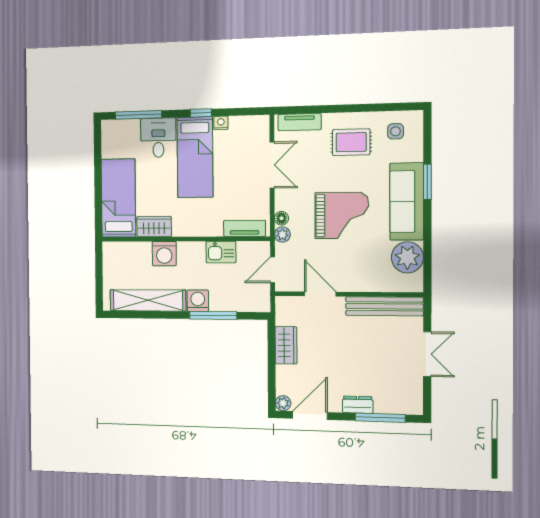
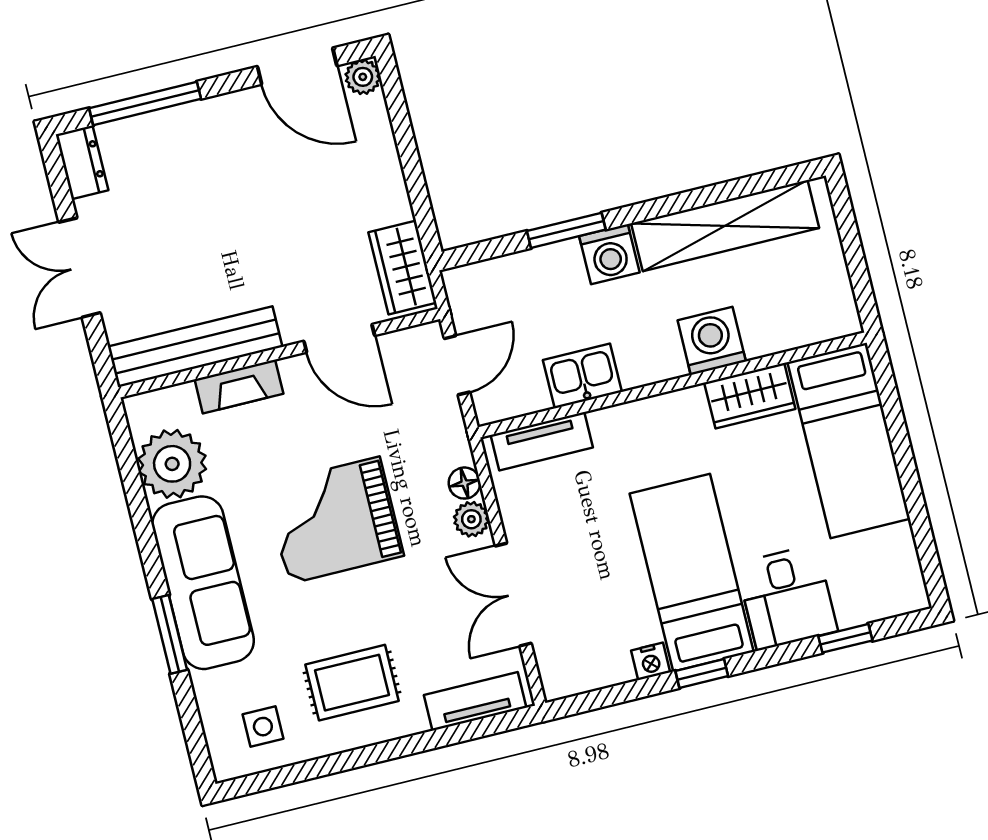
window: (138, 115) -> (845, 638), width x0.46
plant: (282, 235) -> (471, 519), moved
fireplace: (369, 284) -> (239, 386), added
window: (213, 315) -> (566, 230), width x0.69
wardrobe: (286, 345) -> (402, 267), moved
dresser: (358, 405) -> (82, 162), moved, turned -90
door: (310, 415) -> (297, 66), hinge flipped

